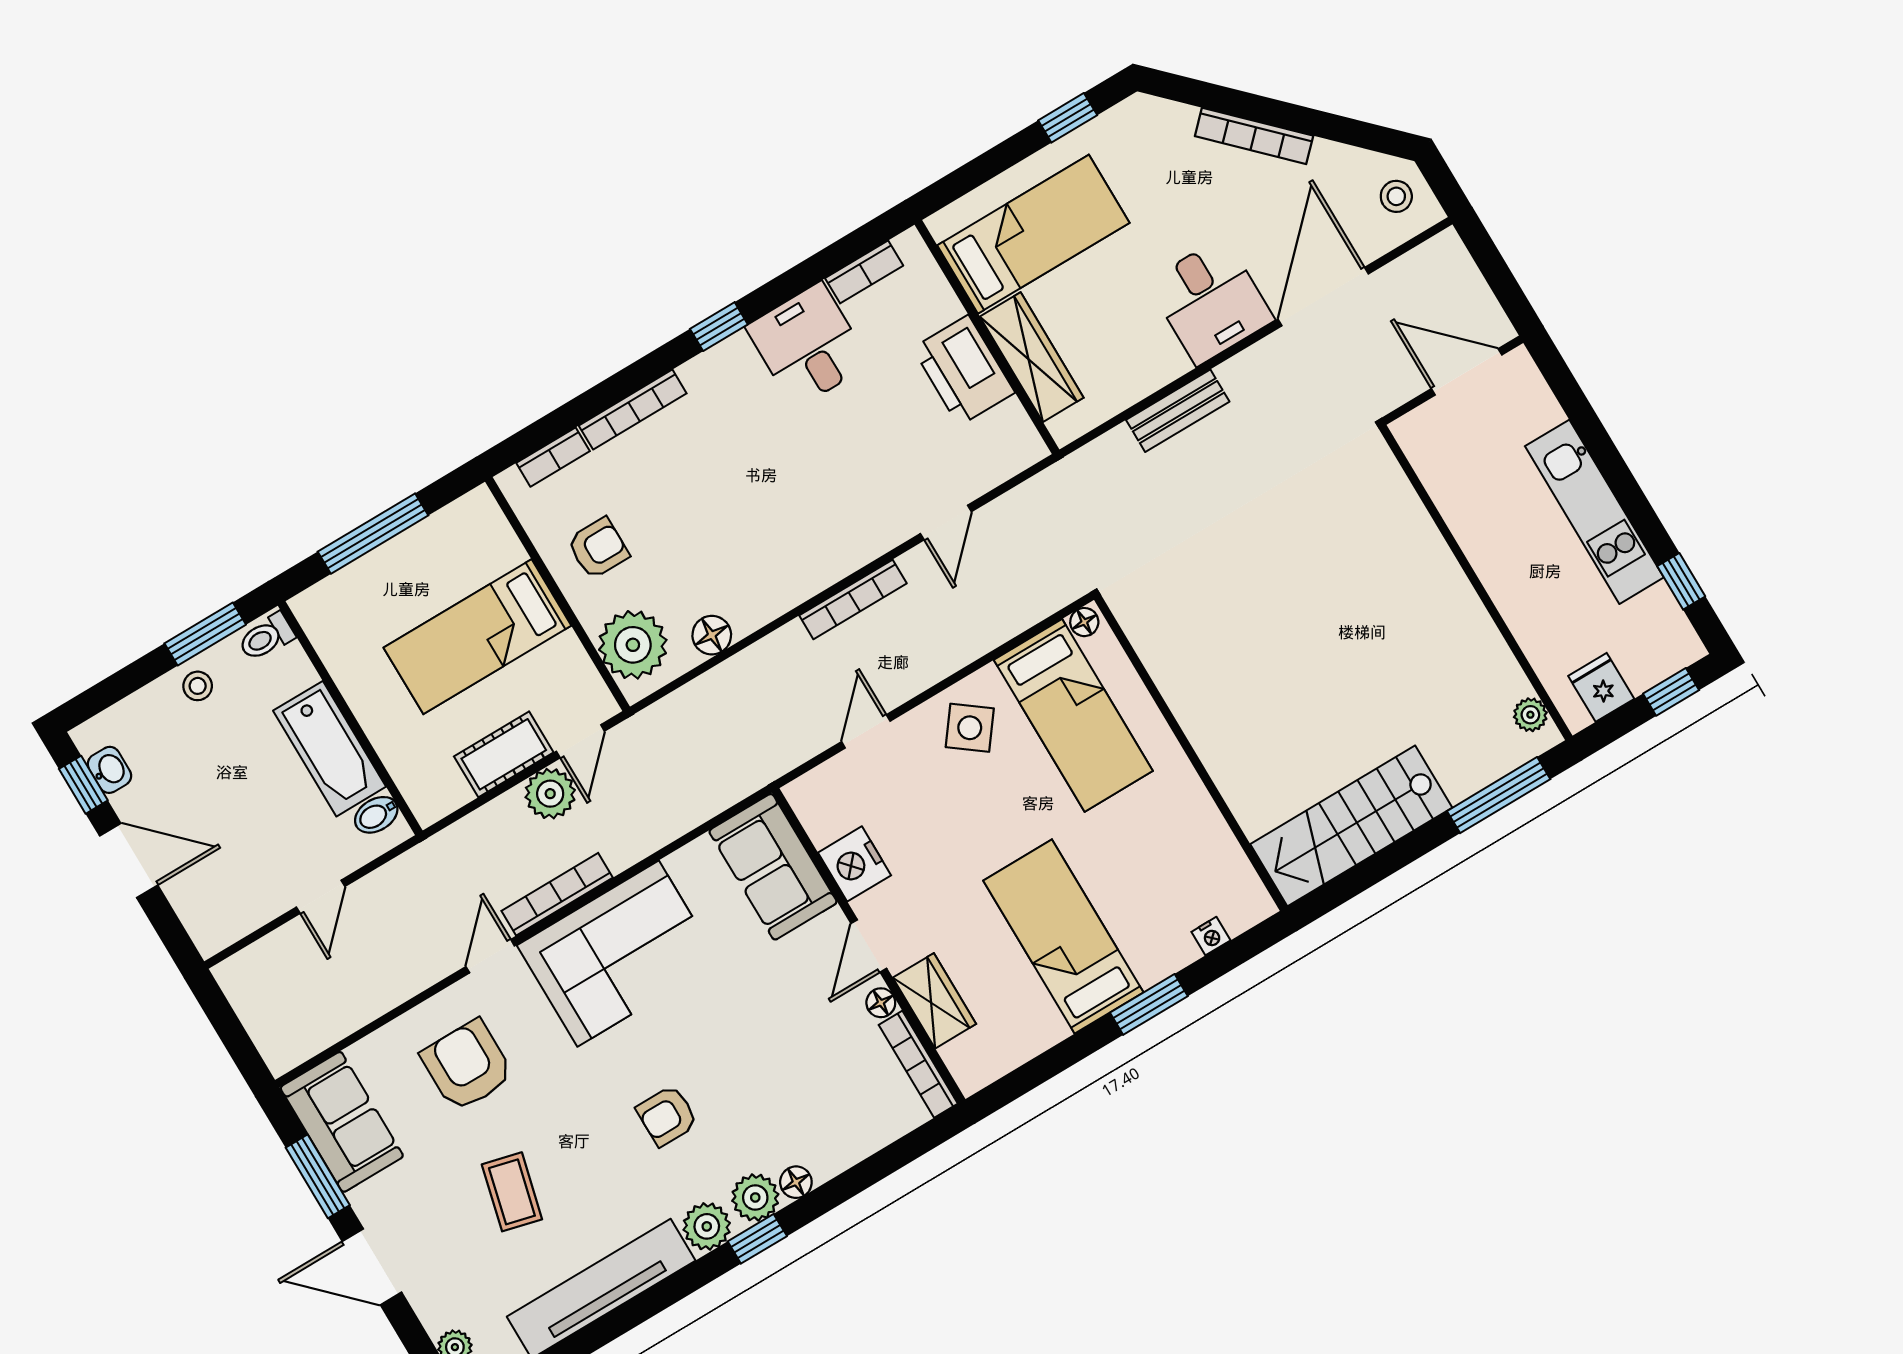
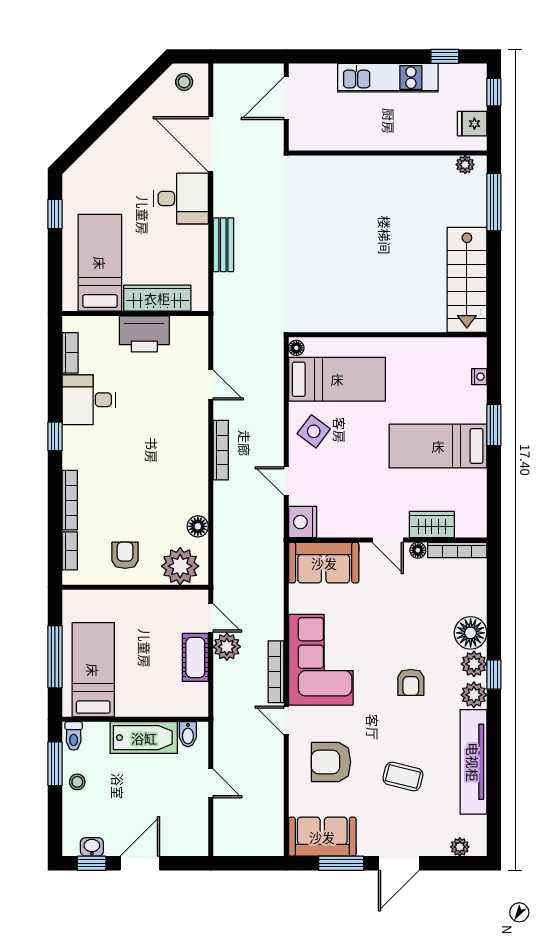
bookcase: (1254, 136) -> (116, 132), removed
bed: (477, 637) -> (93, 670), moved, turned 180
nightstand: (854, 864) -> (303, 522), moved, turned 90
floor lamp: (796, 1182) -> (471, 633), width x1.89, depth x1.89

